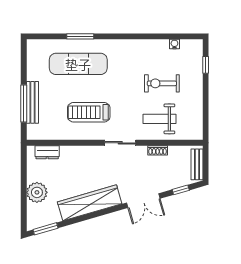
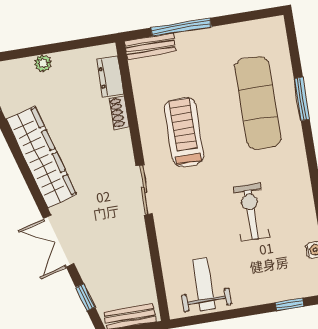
exercise bike: (162, 83) -> (251, 212), moved
bench: (32, 102) -> (150, 46), moved, width x0.73
weight bench: (160, 119) -> (204, 284), moved
shoe rack: (158, 150) -> (119, 112), moved
plant: (37, 192) -> (43, 63), width x0.53, depth x0.53

